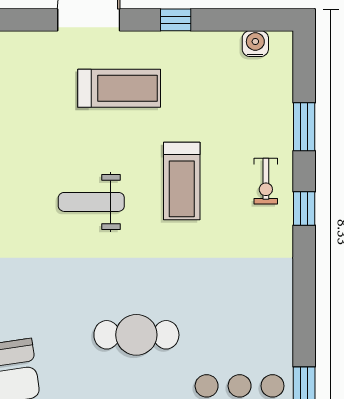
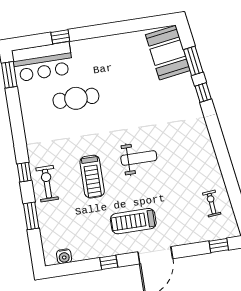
treadmill: (182, 181) -> (92, 177), turned 180
exercise bike: (266, 181) -> (47, 184), width x1.38, depth x1.39
cafe table: (136, 335) -> (76, 98), moved

